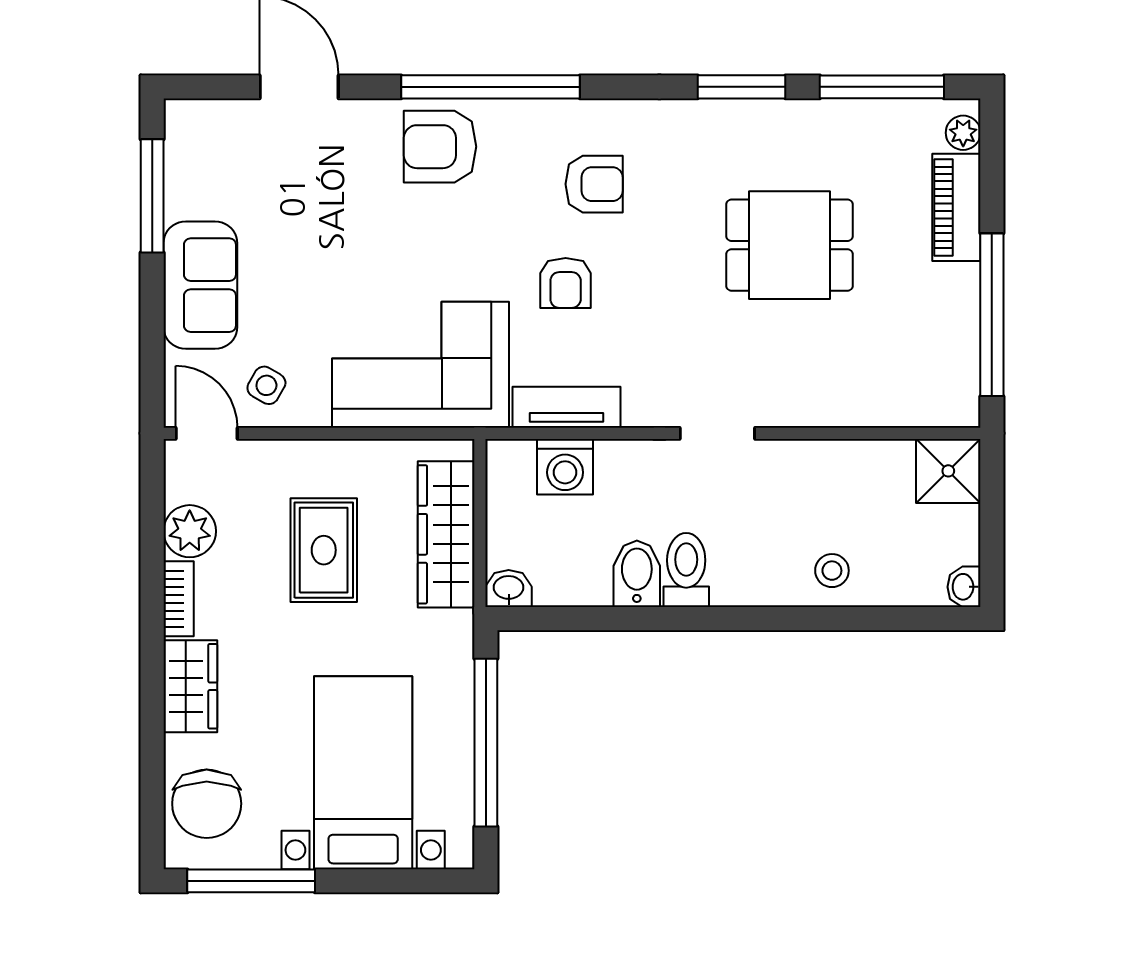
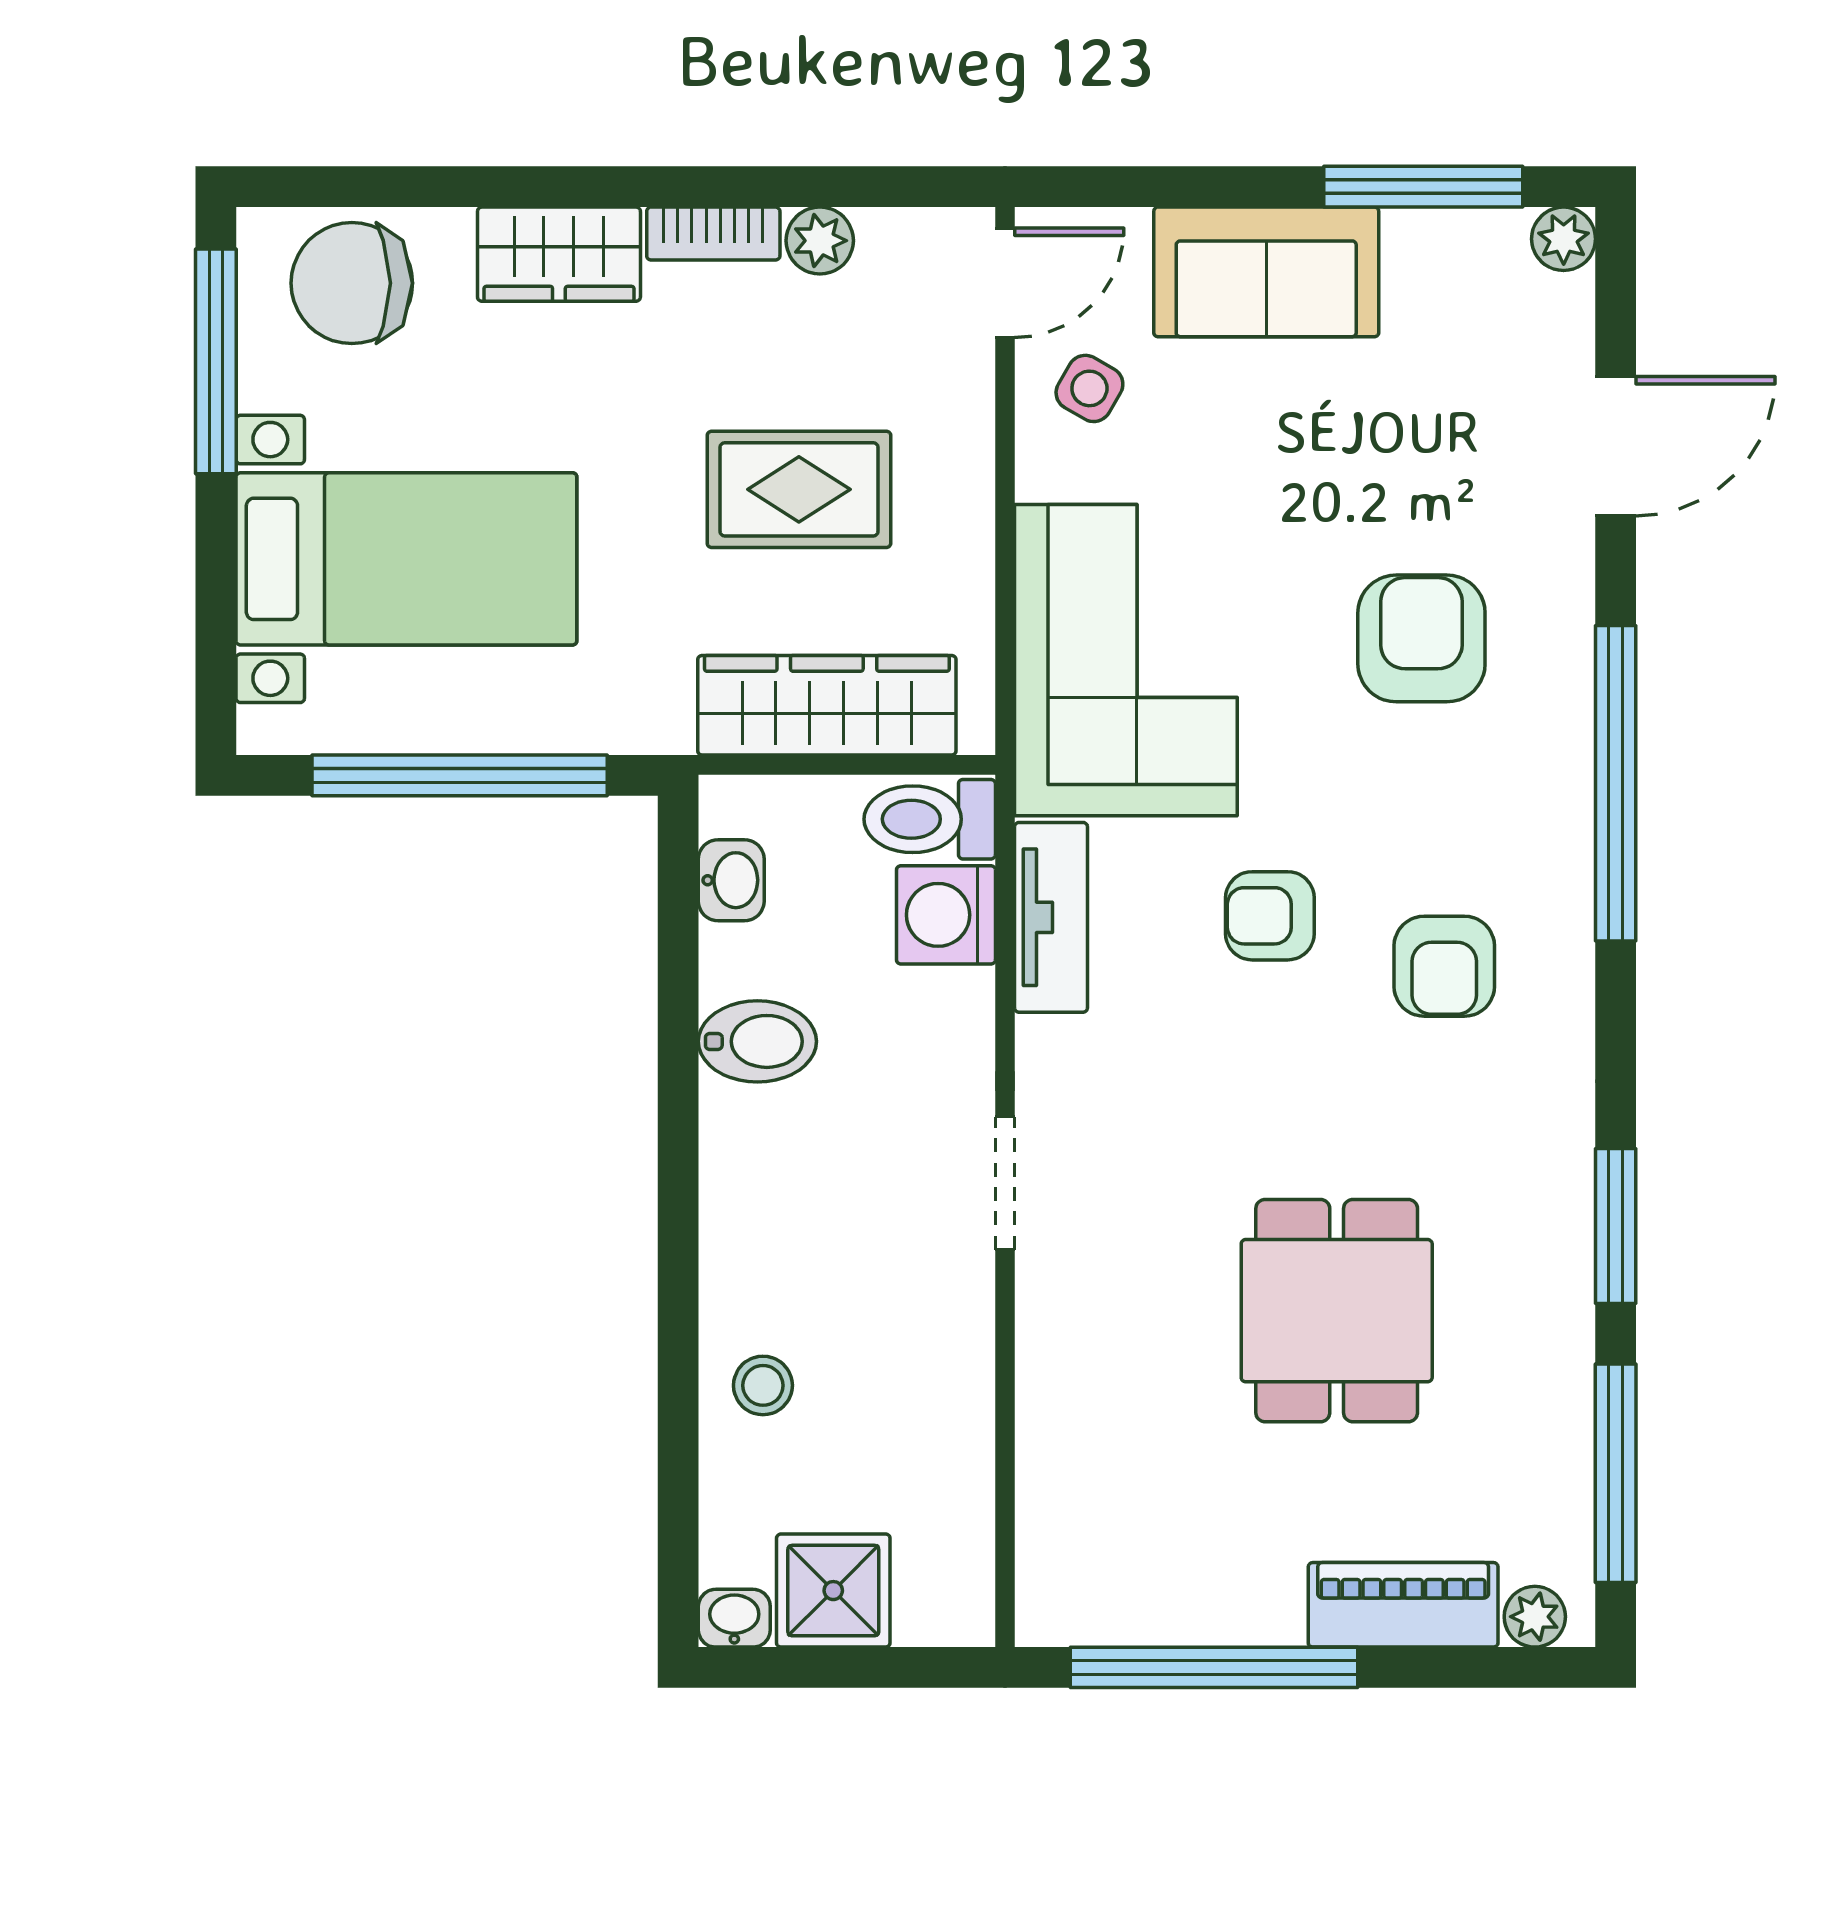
plant: (182, 116) -> (1564, 239), added
armchair: (440, 147) -> (1421, 638), moved
shower: (948, 471) -> (833, 1591), moved
plant: (190, 531) -> (820, 241), width x0.73, depth x0.73
toilet: (686, 570) -> (930, 819), moved, turned 180
washbasin: (509, 589) -> (731, 880), moved

